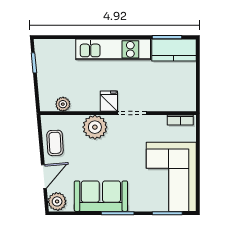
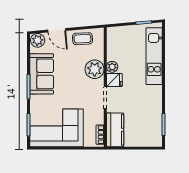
kitchen unit: (113, 49) -> (154, 56), moved
kitchen counter: (174, 50) -> (115, 130), moved, turned 180
plant: (63, 104) -> (112, 67), moved

